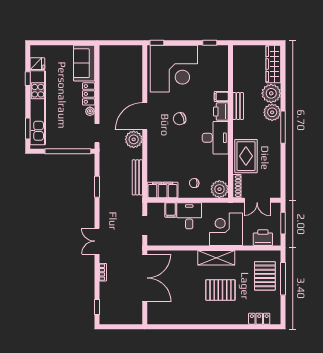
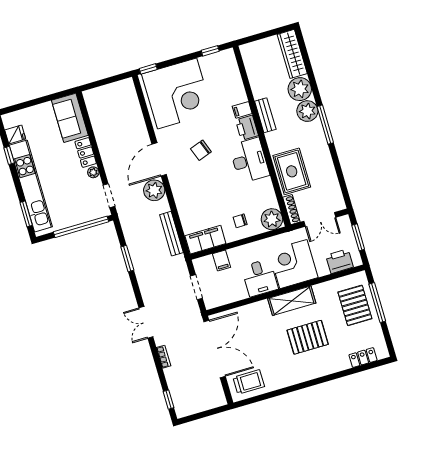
desk: (189, 216) -> (260, 278), moved, turned 180
trolley: (164, 312) -> (249, 382), added

